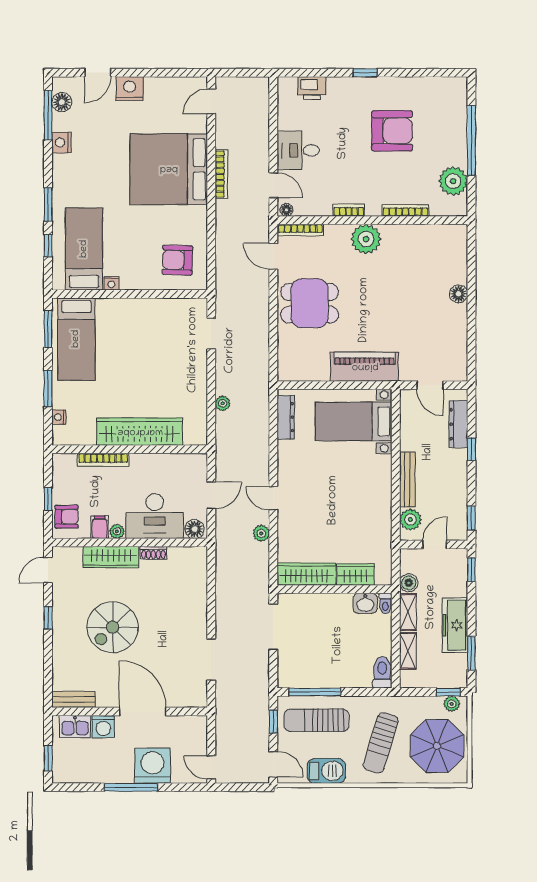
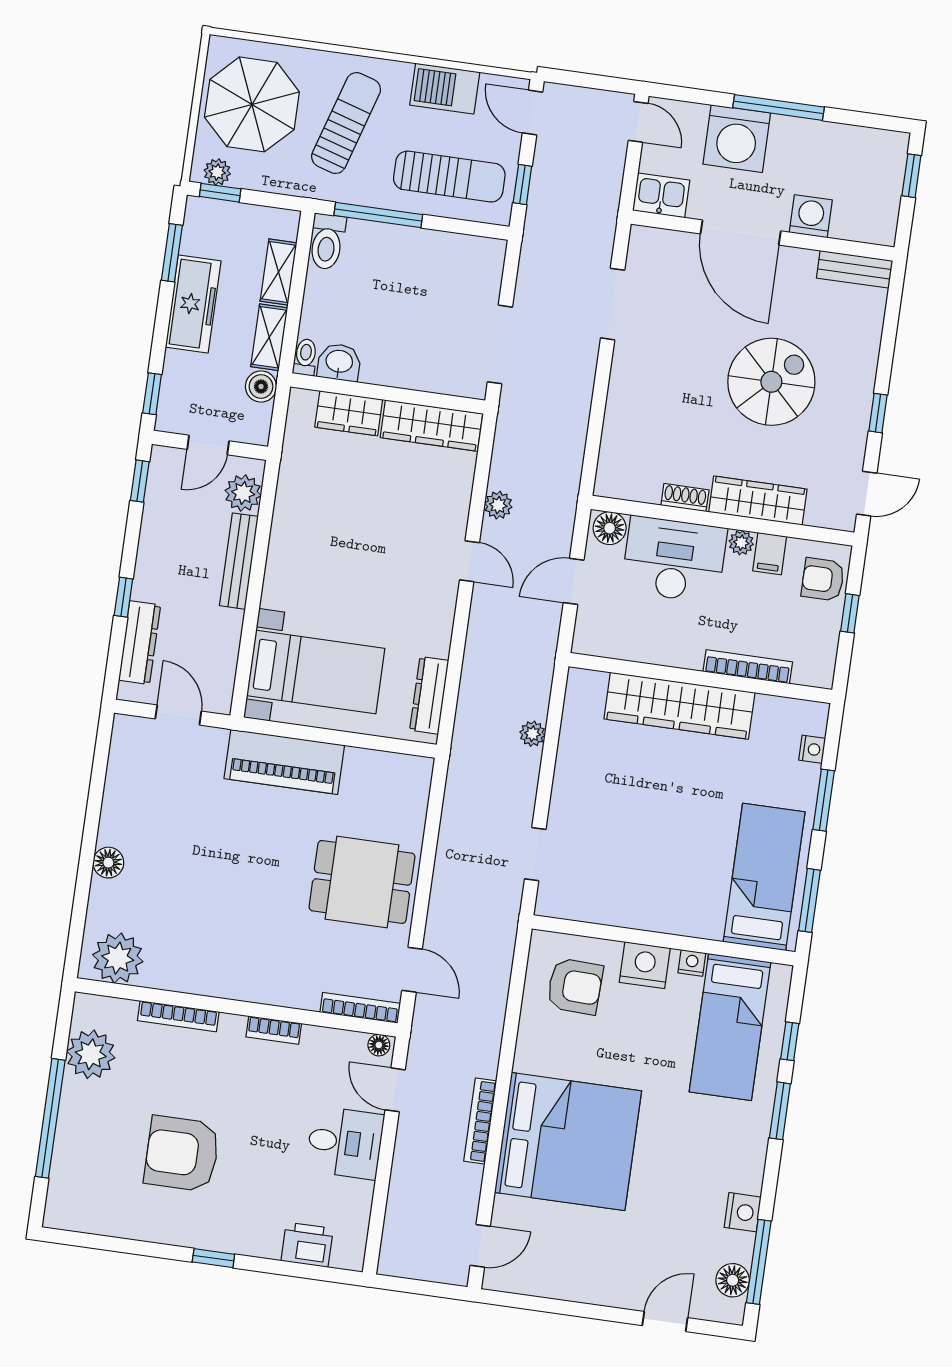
nightstand: (130, 89) -> (645, 965), moved, turned 180
plant: (366, 239) -> (118, 958), moved
window: (315, 692) -> (378, 215), moved
kitchen sink: (75, 727) -> (661, 195), moved

